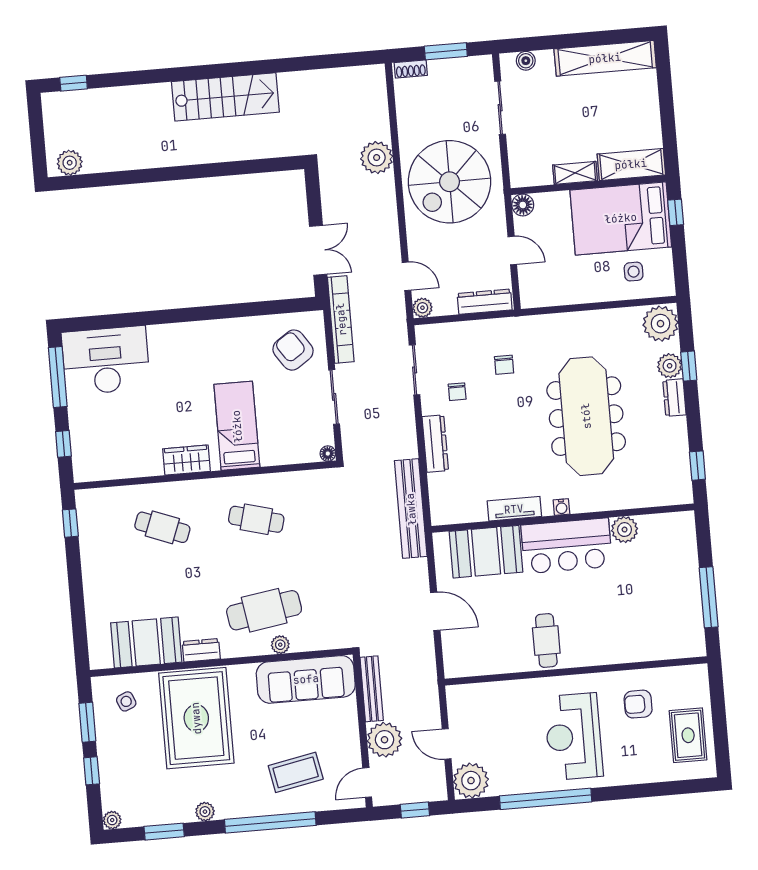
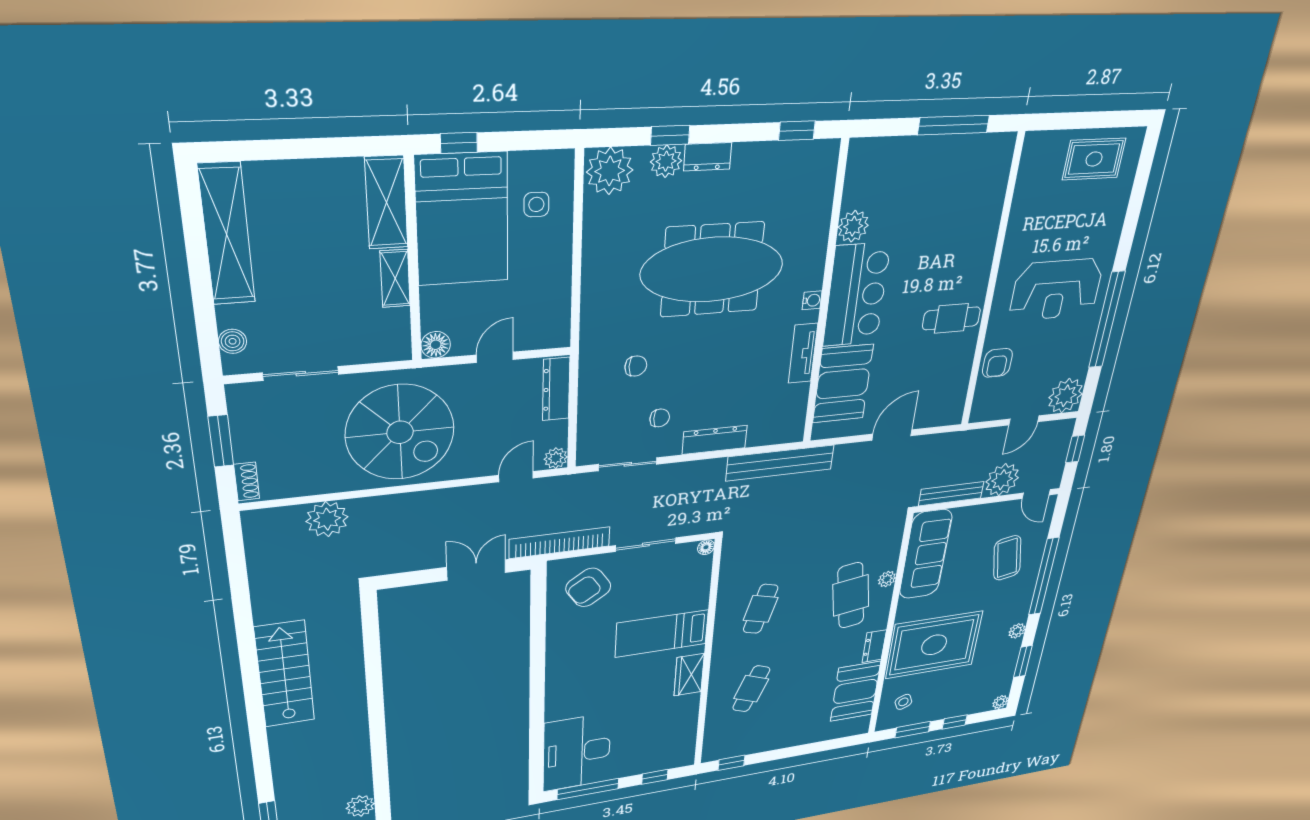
plant: (377, 158) -> (327, 519), moved
armchair: (638, 704) -> (997, 363), moved

